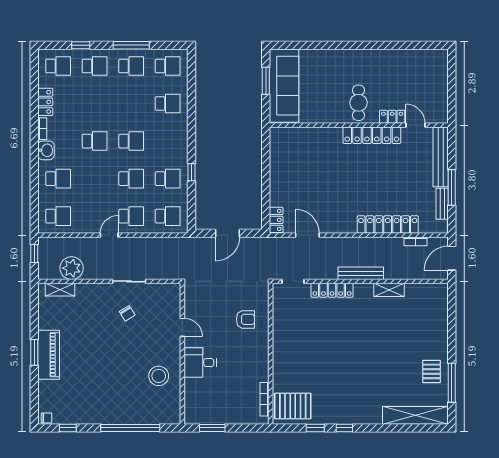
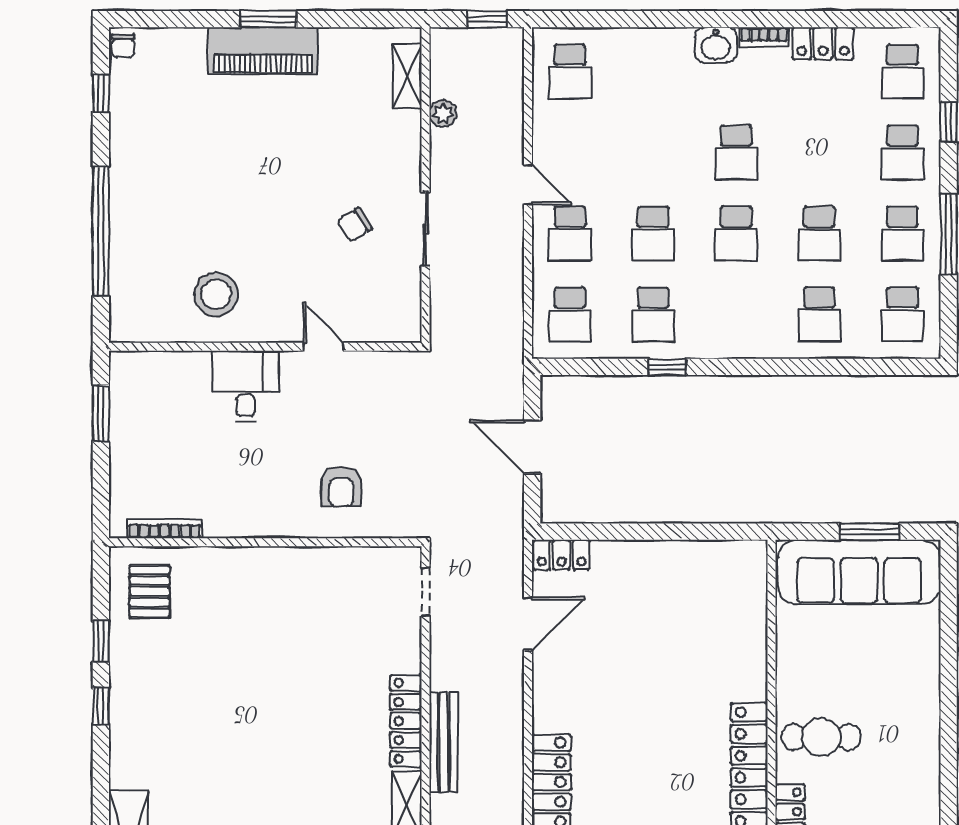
school desk: (58, 179) -> (819, 233), moved
plant: (72, 268) -> (443, 113), width x0.53, depth x0.53
locker: (332, 290) -> (406, 721), moved
door: (182, 327) -> (324, 347), swing flipped
pallet: (293, 406) -> (149, 591), width x0.67, depth x0.71

